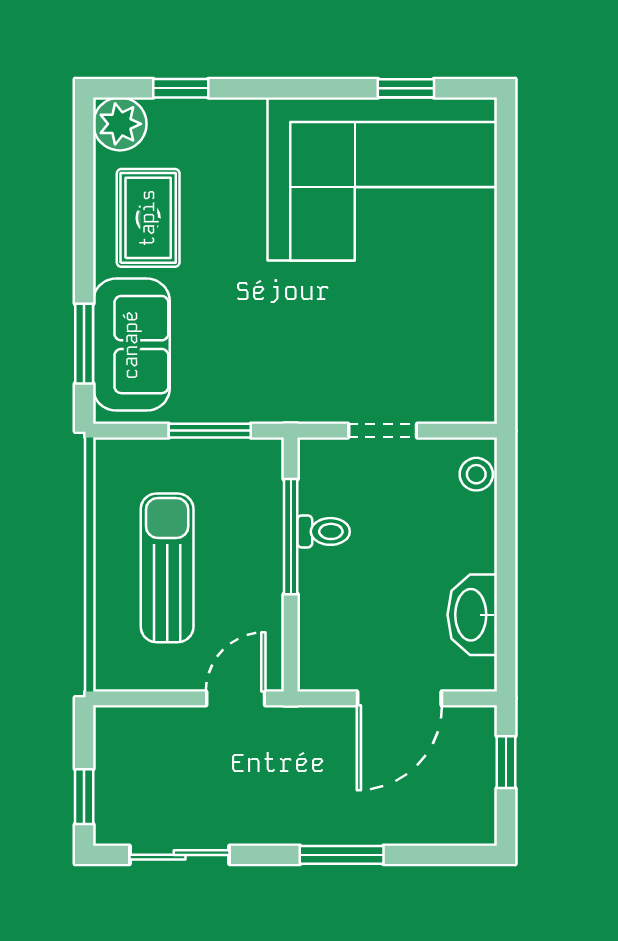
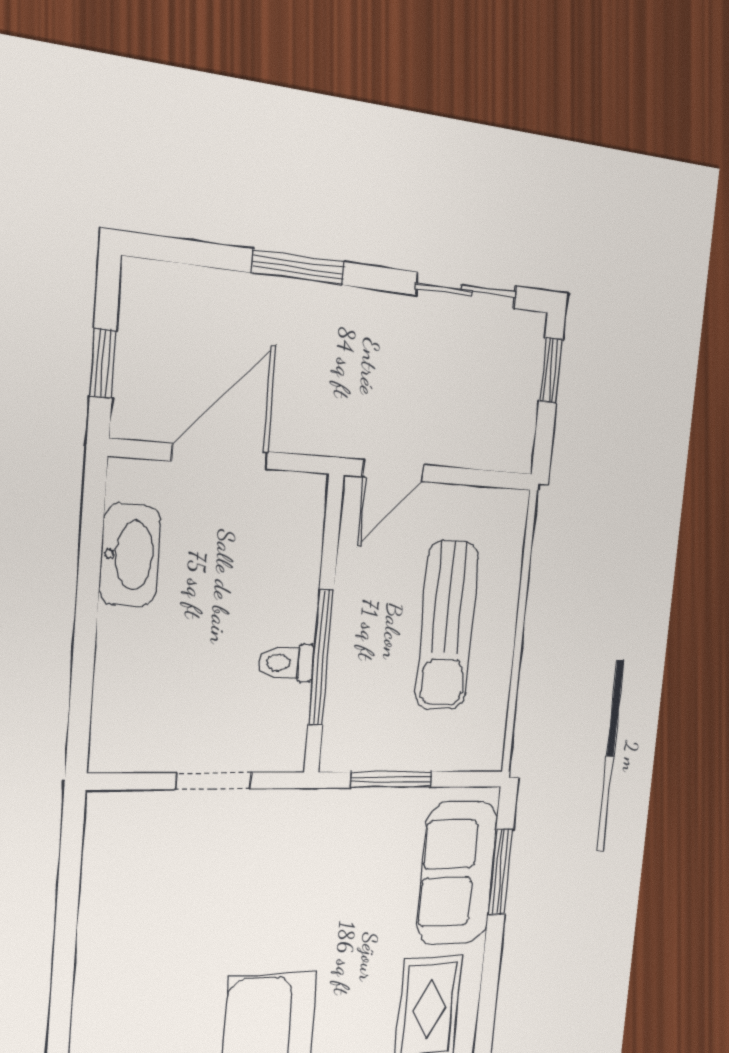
stool: (476, 474) -> (113, 729), removed

